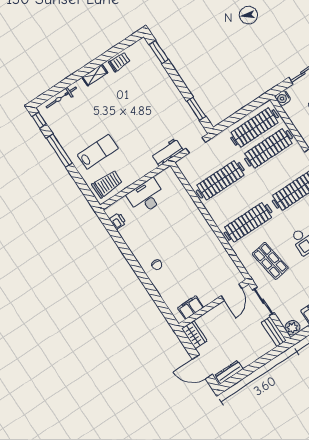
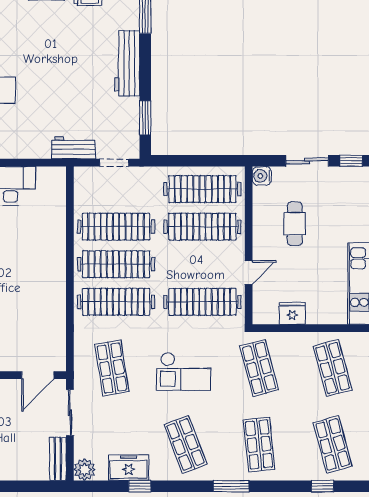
workbench: (166, 85) -> (127, 63), added
clothes rail: (234, 201) -> (116, 264), added

